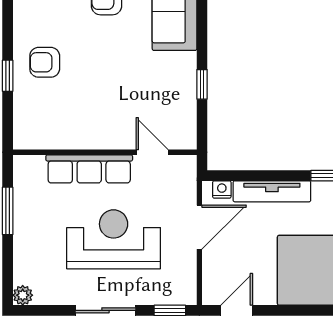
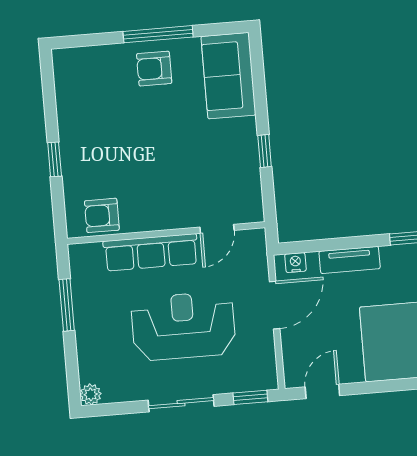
armchair: (45, 62) -> (102, 215), moved
door: (152, 152) -> (217, 229), swing flipped
tv unit: (272, 191) -> (350, 260), width x0.71

